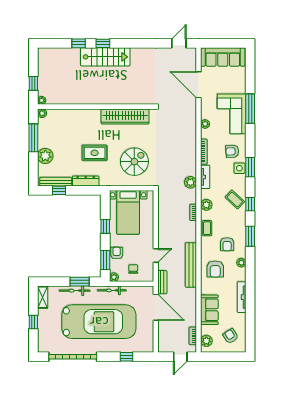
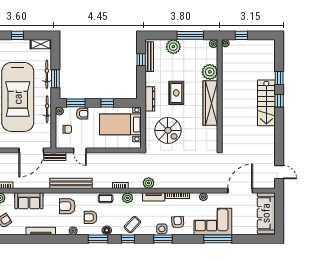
plant: (72, 117) -> (210, 72), added
wardrobe: (125, 117) -> (210, 103), moved
dresser: (86, 181) -> (150, 99), moved
floor lamp: (241, 227) -> (107, 230), added

